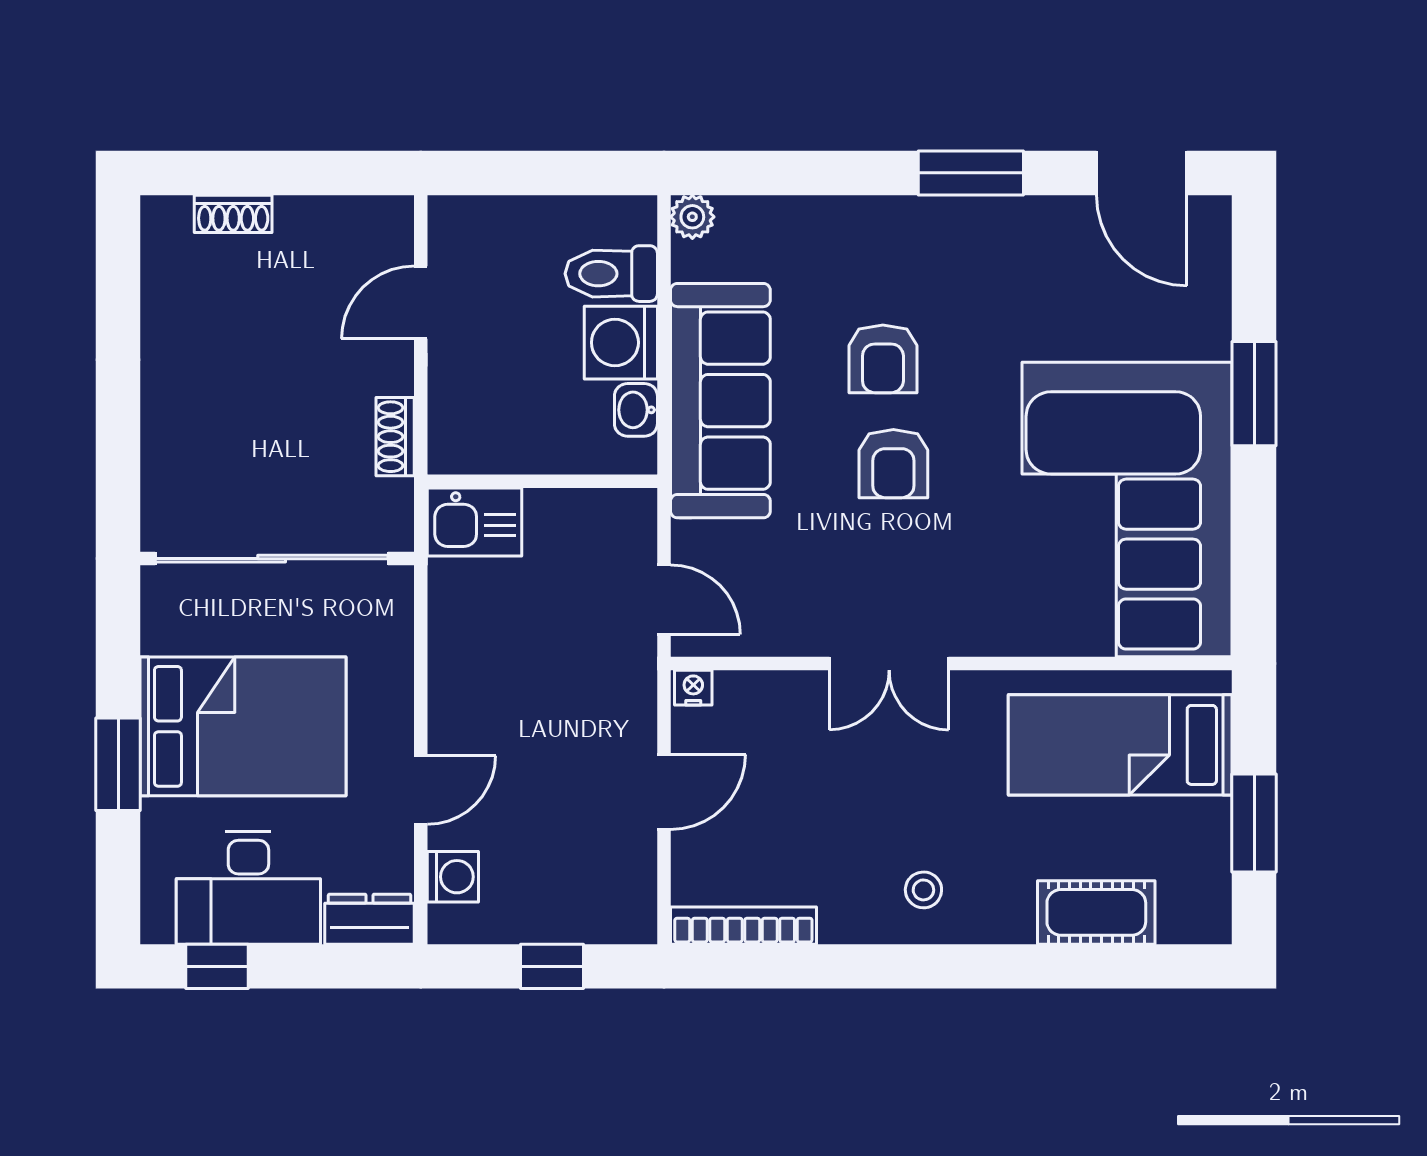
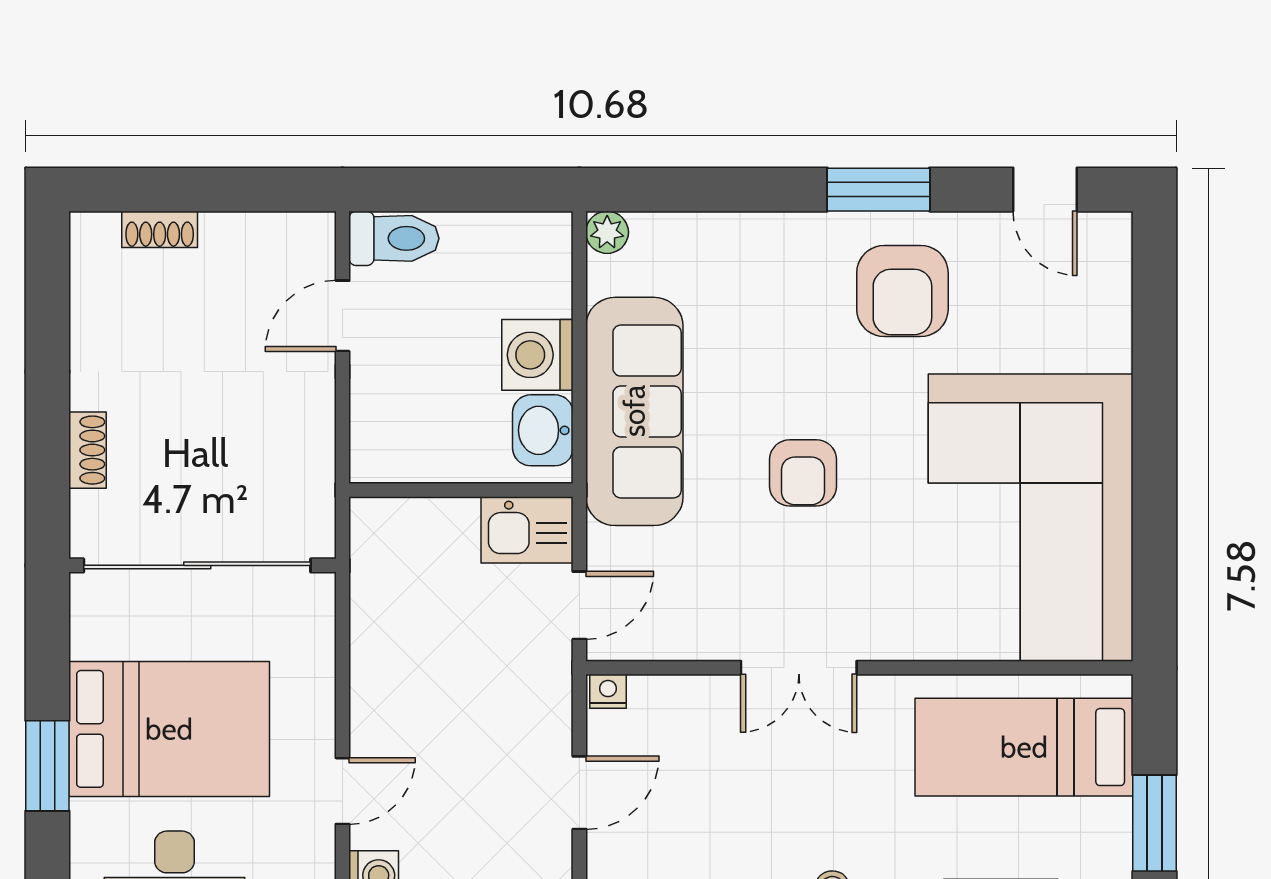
door: (1142, 173) -> (1045, 190), width x0.73
toilet: (611, 274) -> (394, 238), moved, turned 180
armchair: (883, 359) -> (902, 291), moved, width x1.38, depth x1.38
window: (1254, 394) -> (1155, 405), removed
washbasin: (636, 410) -> (543, 430), width x1.38, depth x1.45
shoe rack: (395, 437) -> (88, 450), moved, turned 180
kitchen sink: (475, 522) -> (527, 530), moved
door: (664, 600) -> (579, 605), hinge flipped

